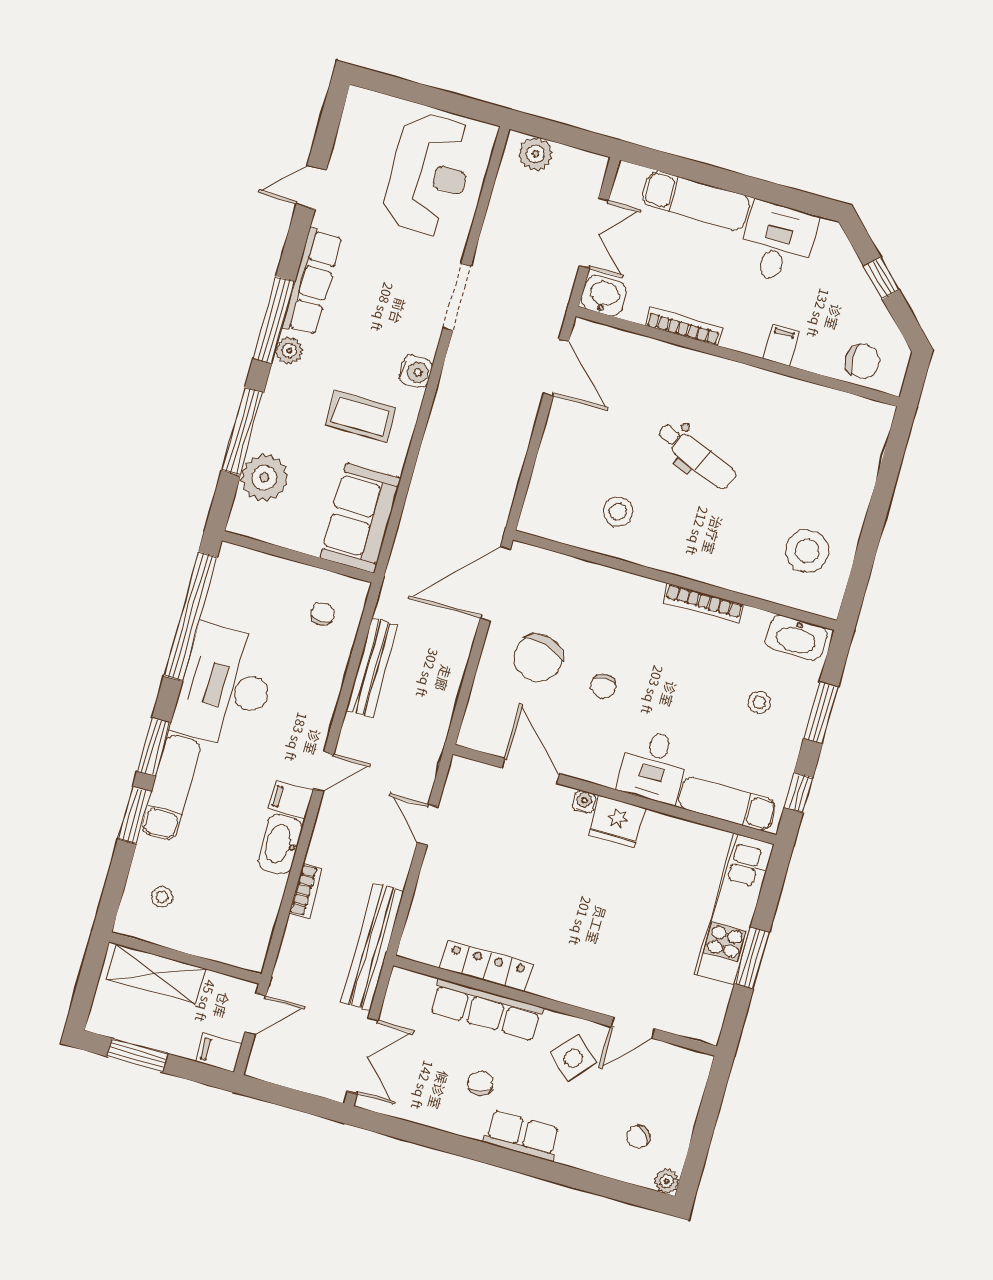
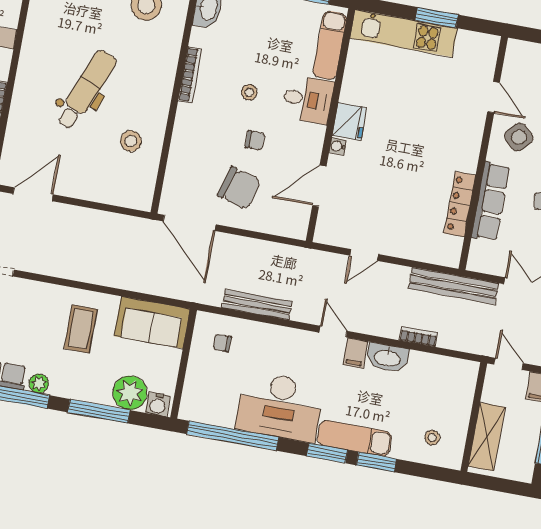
water cooler: (415, 372) -> (158, 404), moved, turned 180
dental chair: (696, 456) -> (86, 90), width x1.36, depth x1.38
stool: (759, 702) -> (249, 92), moved

